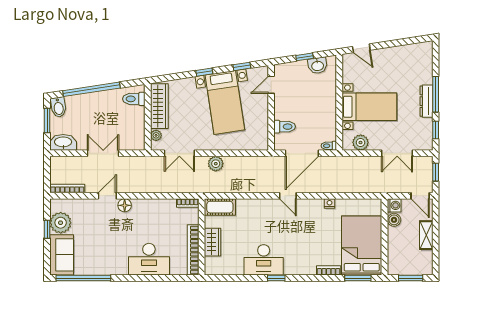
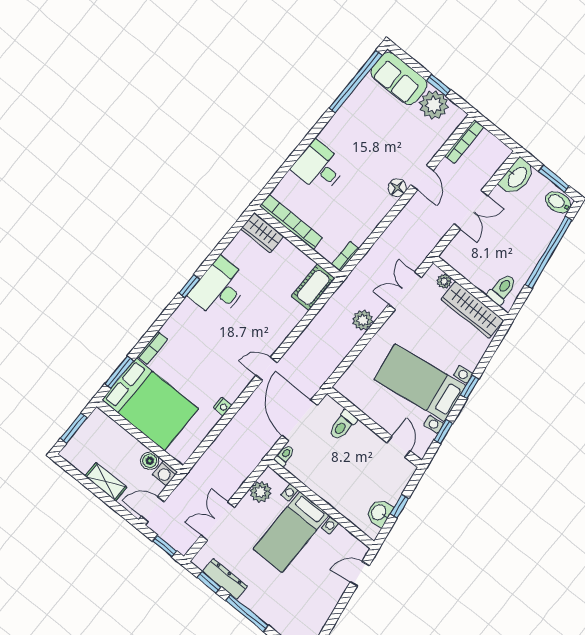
dresser: (426, 101) -> (225, 579), moved
wardrobe: (213, 242) -> (262, 233), moved
desk: (149, 259) -> (319, 167), width x0.73

